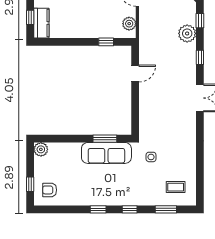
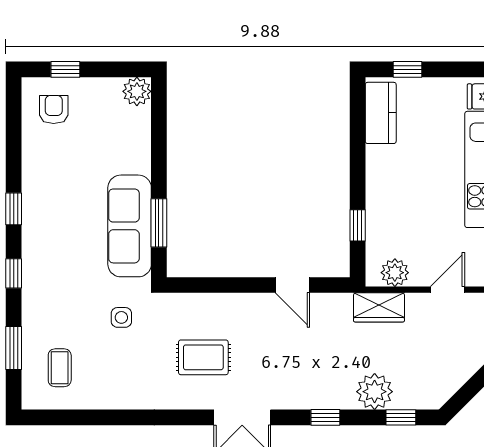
kitchen counter: (41, 23) -> (381, 113), moved, turned -90
wardrobe: (146, 31) -> (379, 307), added
rug: (170, 117) -> (203, 357), added

